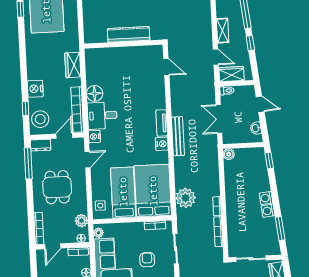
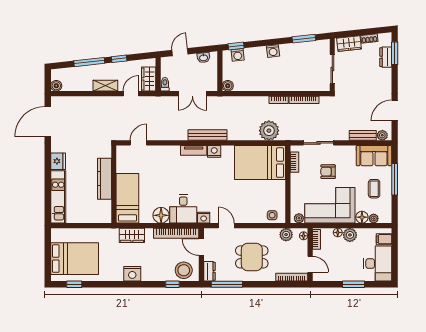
nightstand: (35, 89) -> (132, 274), moved
bed: (123, 192) -> (127, 198), moved, turned 90
washing machine: (268, 211) -> (238, 55), moved

